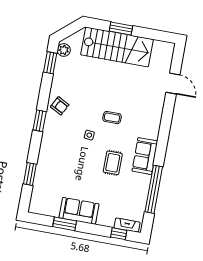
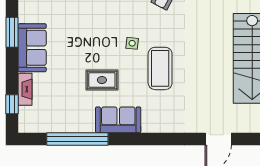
coffee table: (112, 118) -> (160, 68), width x1.86, depth x1.72
fireplace: (127, 225) -> (25, 89), moved

